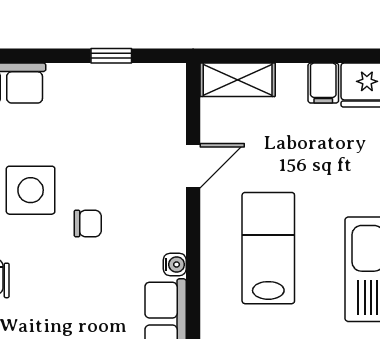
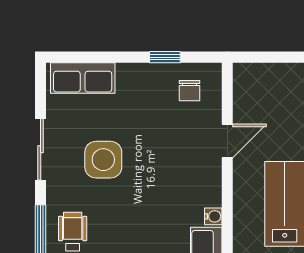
shelving: (238, 80) -> (261, 75), removed
chair: (88, 223) -> (189, 91), moved, turned 90

